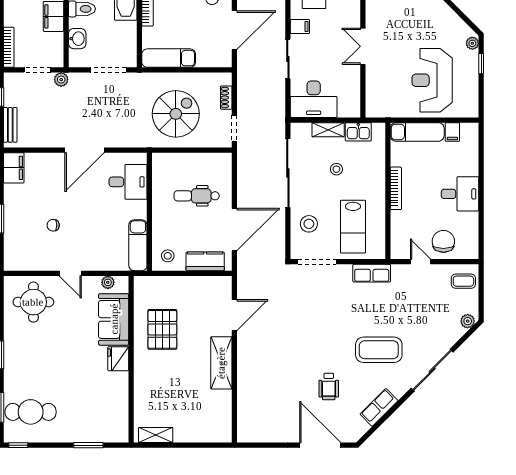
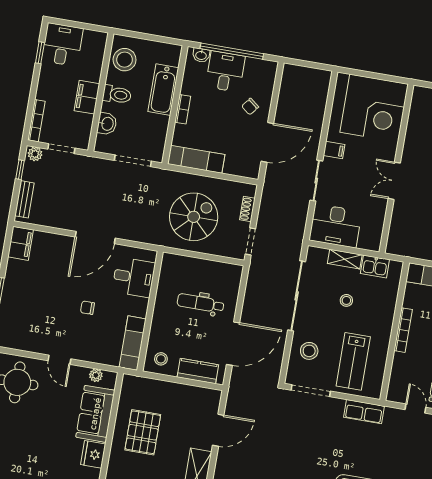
plant: (61, 80) -> (35, 154), moved
chair: (53, 225) -> (87, 308), moved

